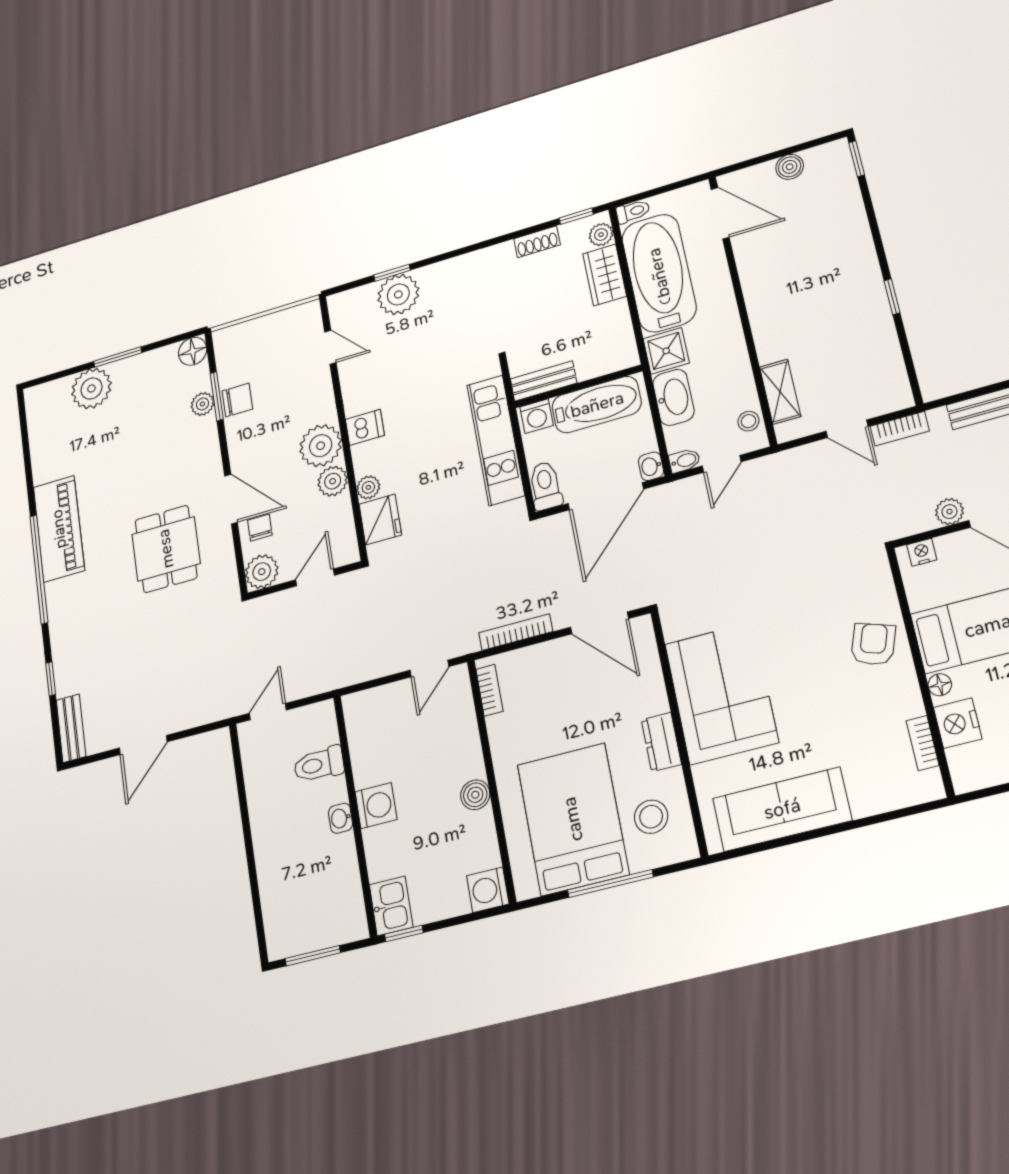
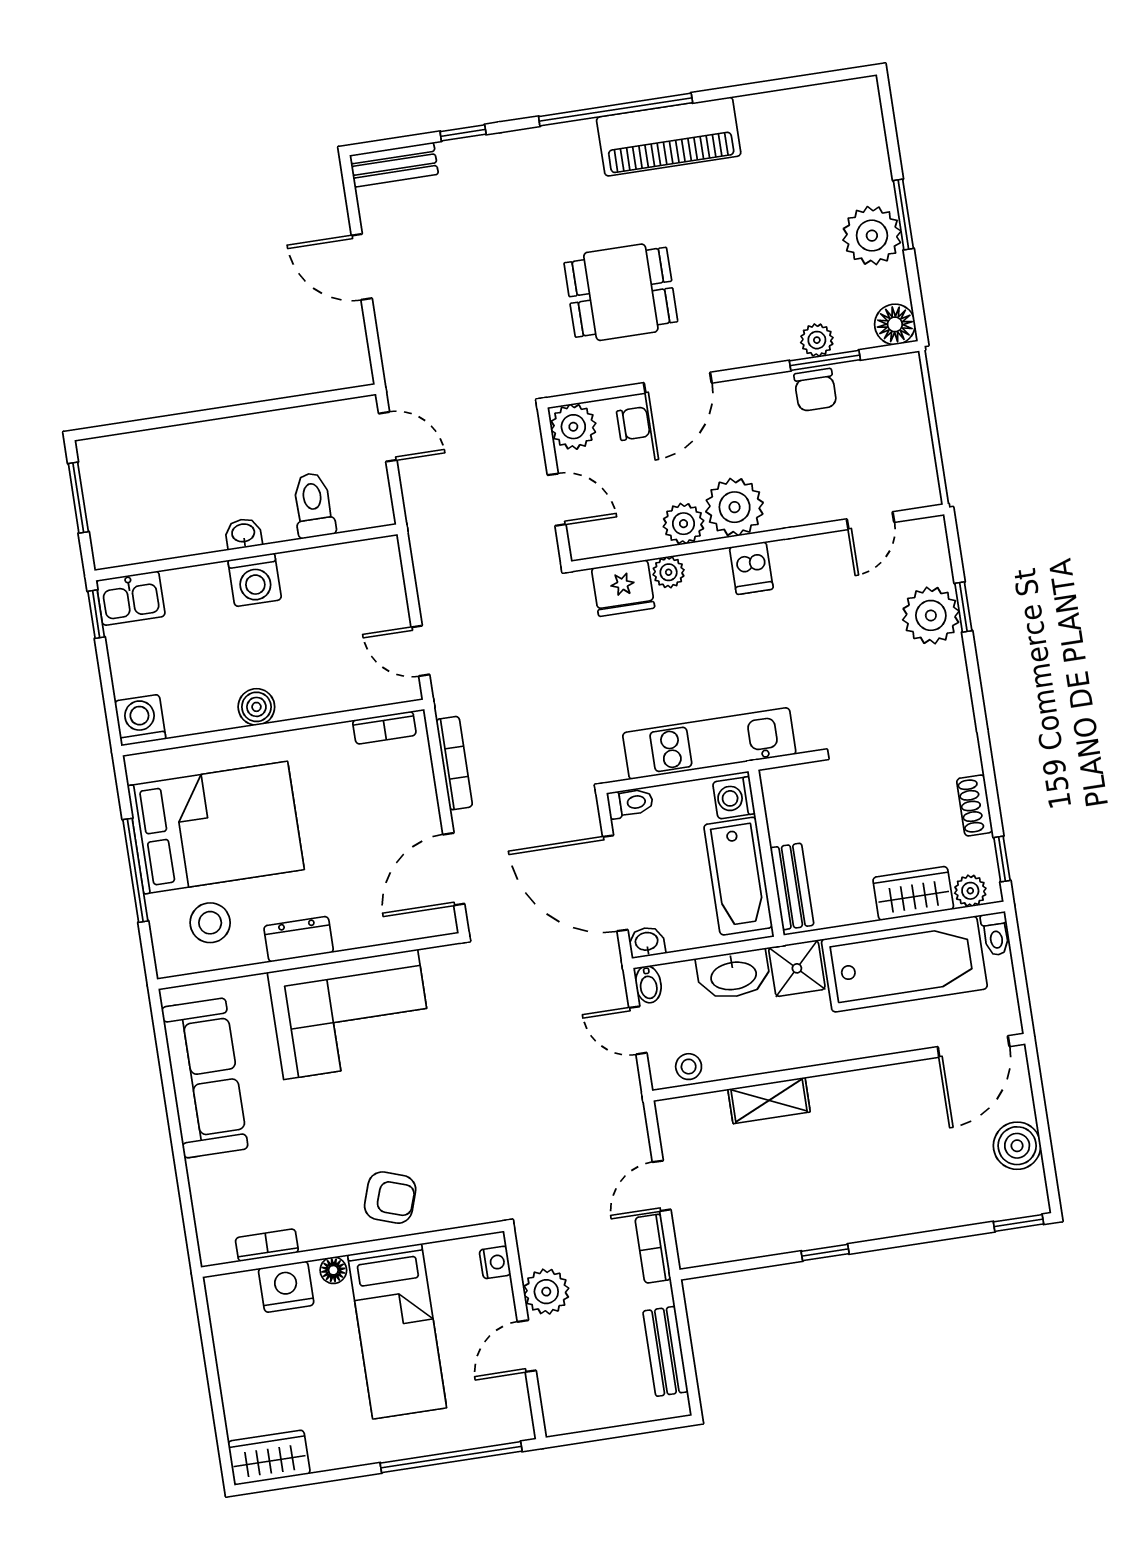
boiler: (790, 167) -> (1017, 1146), width x1.36, depth x1.36
bench: (543, 381) -> (792, 886), moved
plant: (91, 389) -> (872, 236), moved
shelving: (780, 392) -> (769, 1100), moved
toilet: (545, 486) -> (630, 803), width x0.73, depth x0.72
plant: (950, 512) -> (546, 1292), width x1.38, depth x1.38

